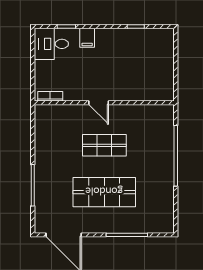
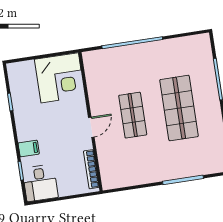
corner desk: (152, 79) -> (60, 78), added
bookcase: (50, 96) -> (91, 169), width x1.56

